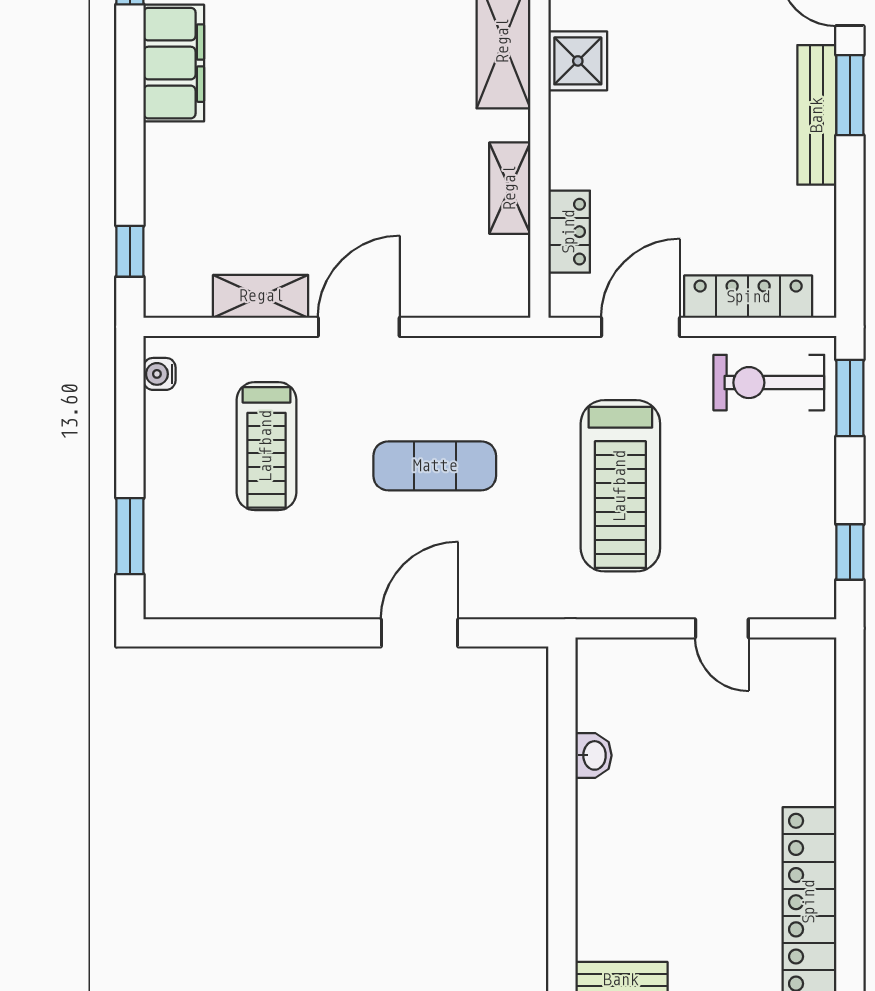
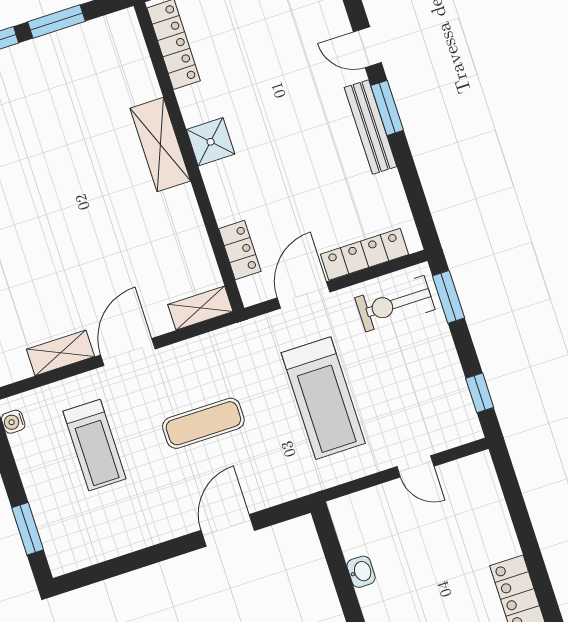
shelving: (510, 188) -> (200, 308), moved, turned 90

